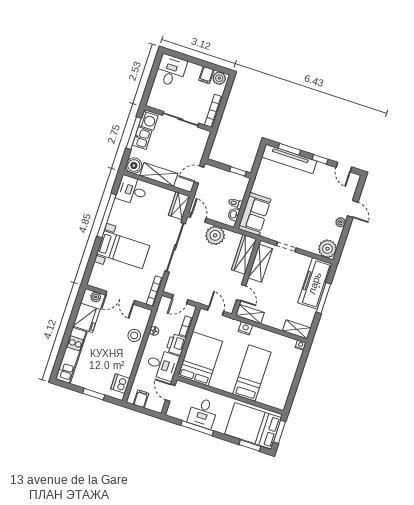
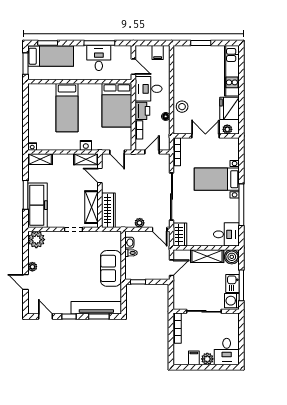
plant: (219, 78) -> (207, 359), moved
sofa: (255, 214) -> (111, 268), moved
plant: (215, 235) -> (140, 223), width x0.53, depth x0.53
dishwasher: (120, 384) -> (180, 60), removed
bed: (253, 426) -> (51, 56), width x0.67

